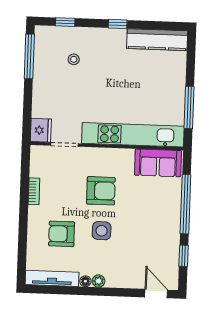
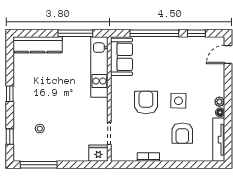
kitchen counter: (157, 40) -> (38, 45), moved, turned 90
kitchen unit: (133, 135) -> (99, 67), width x0.73

